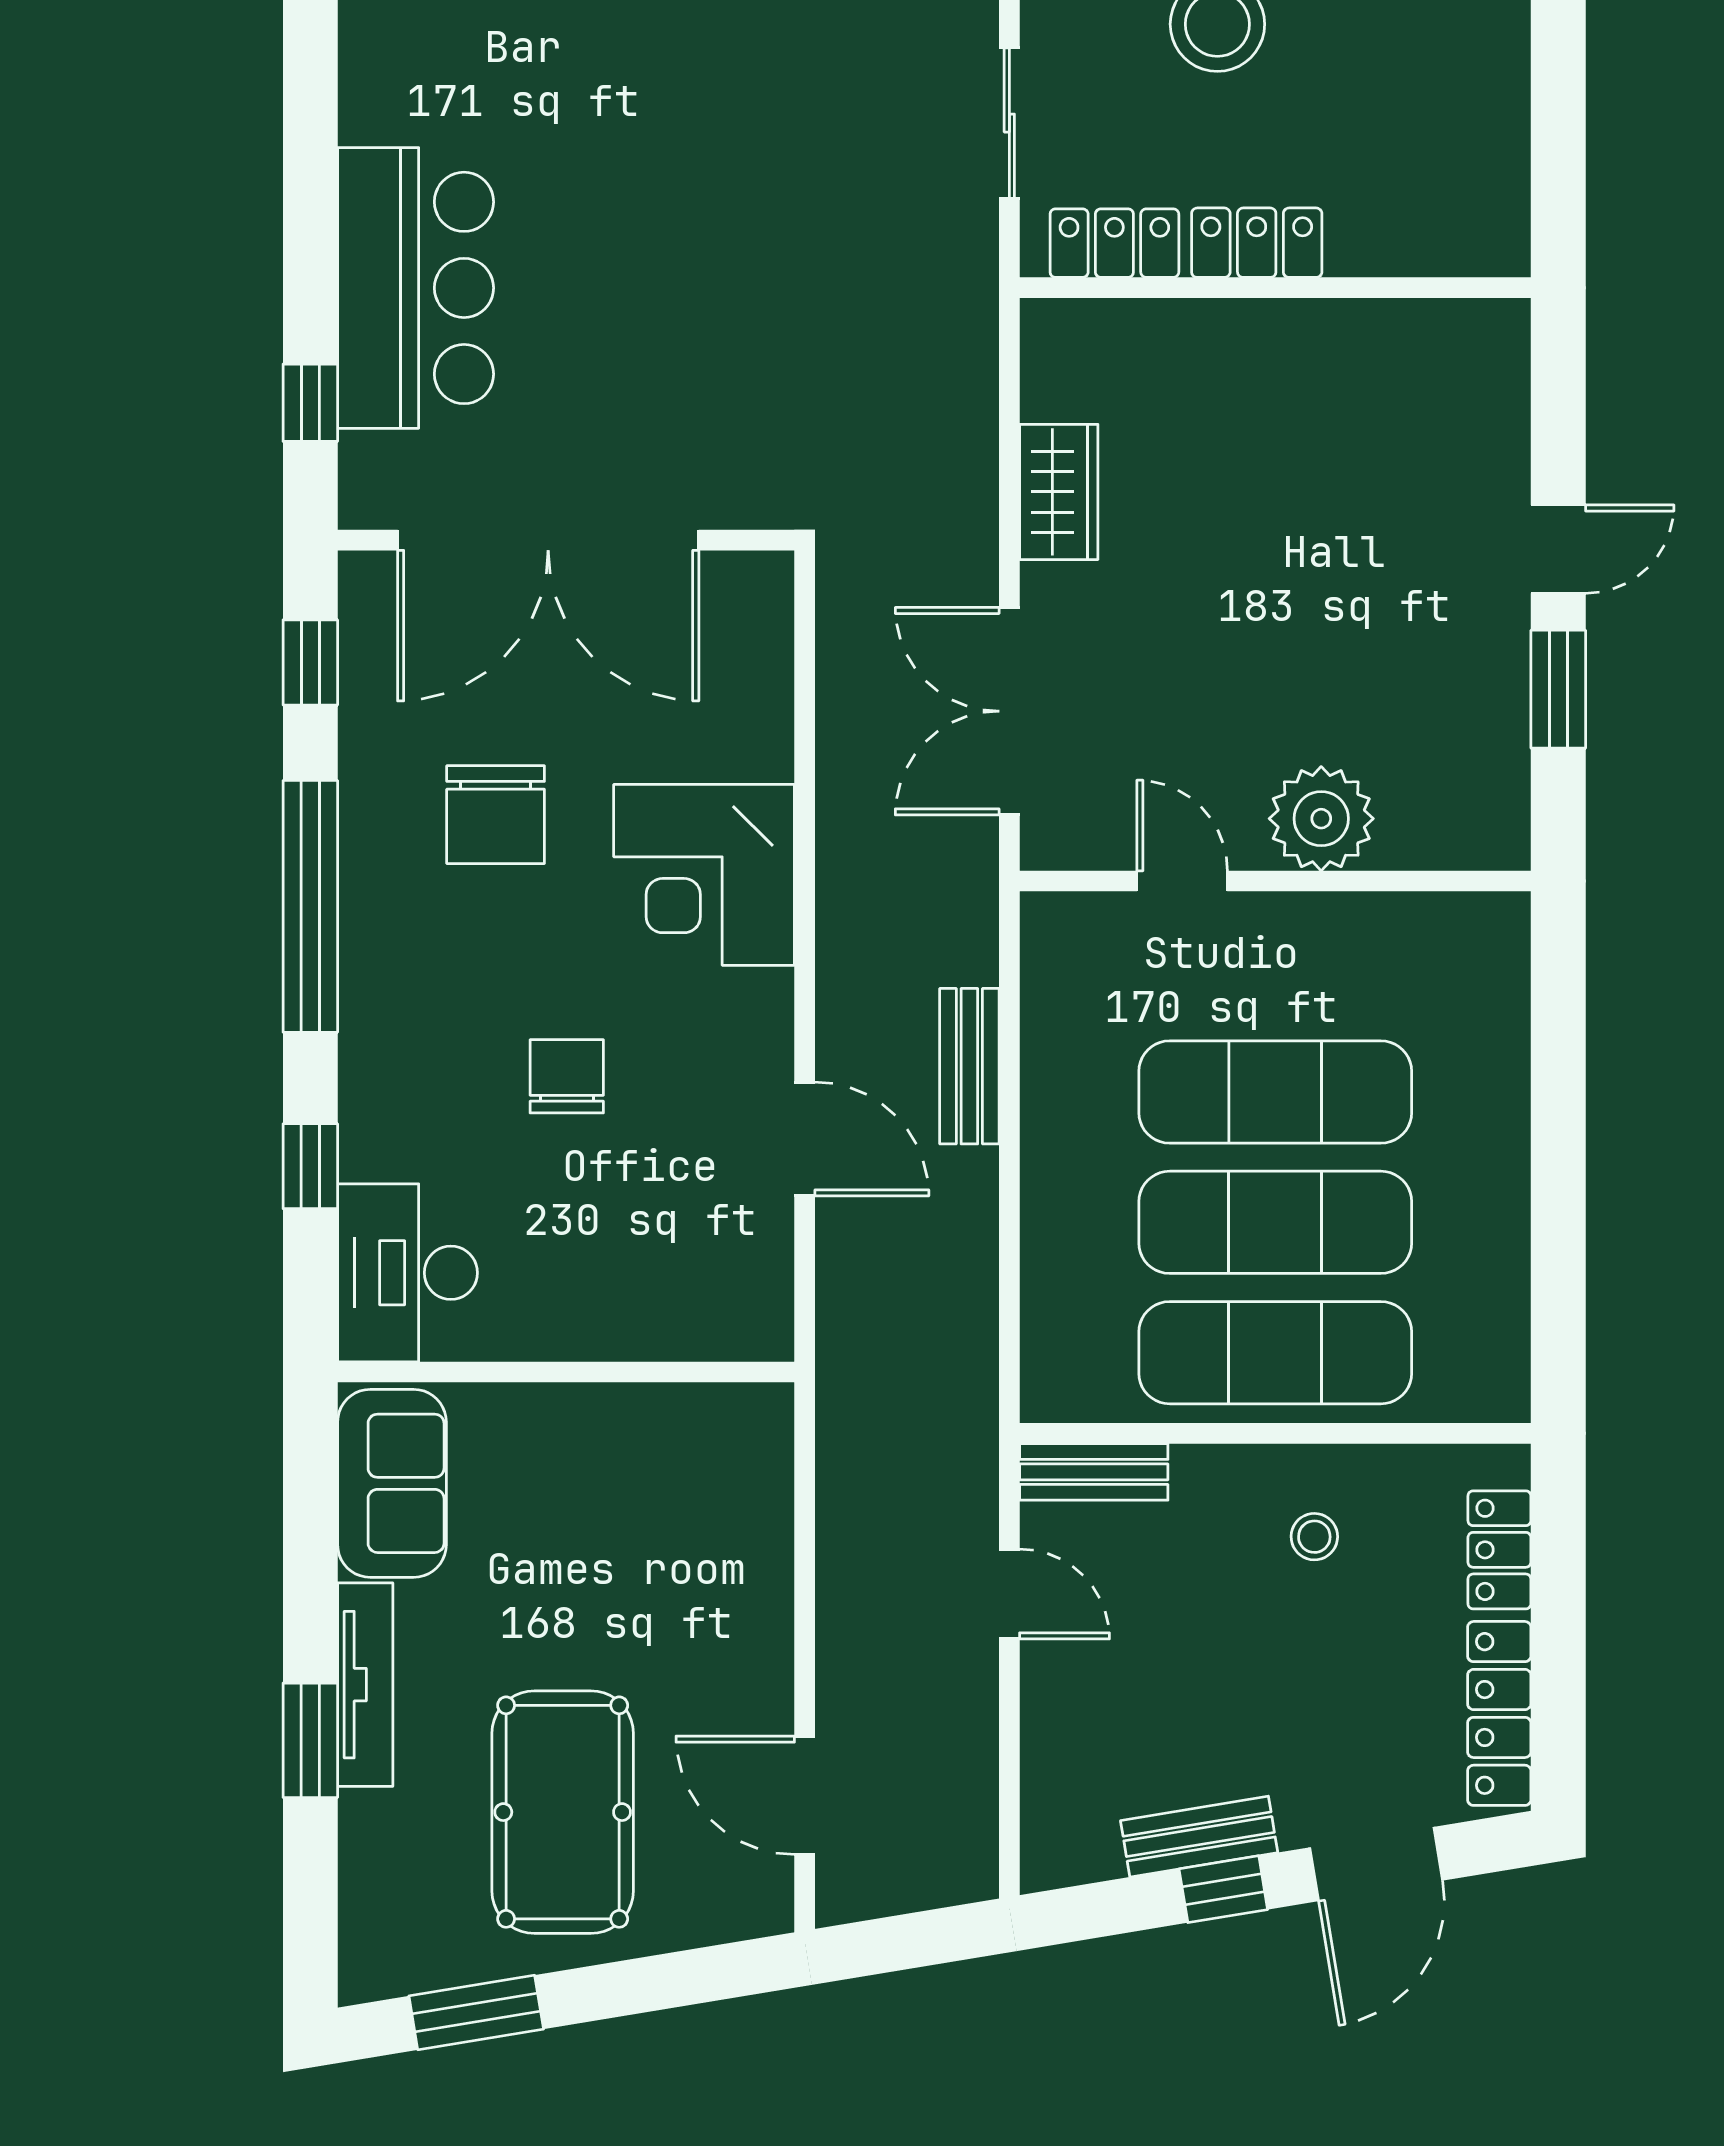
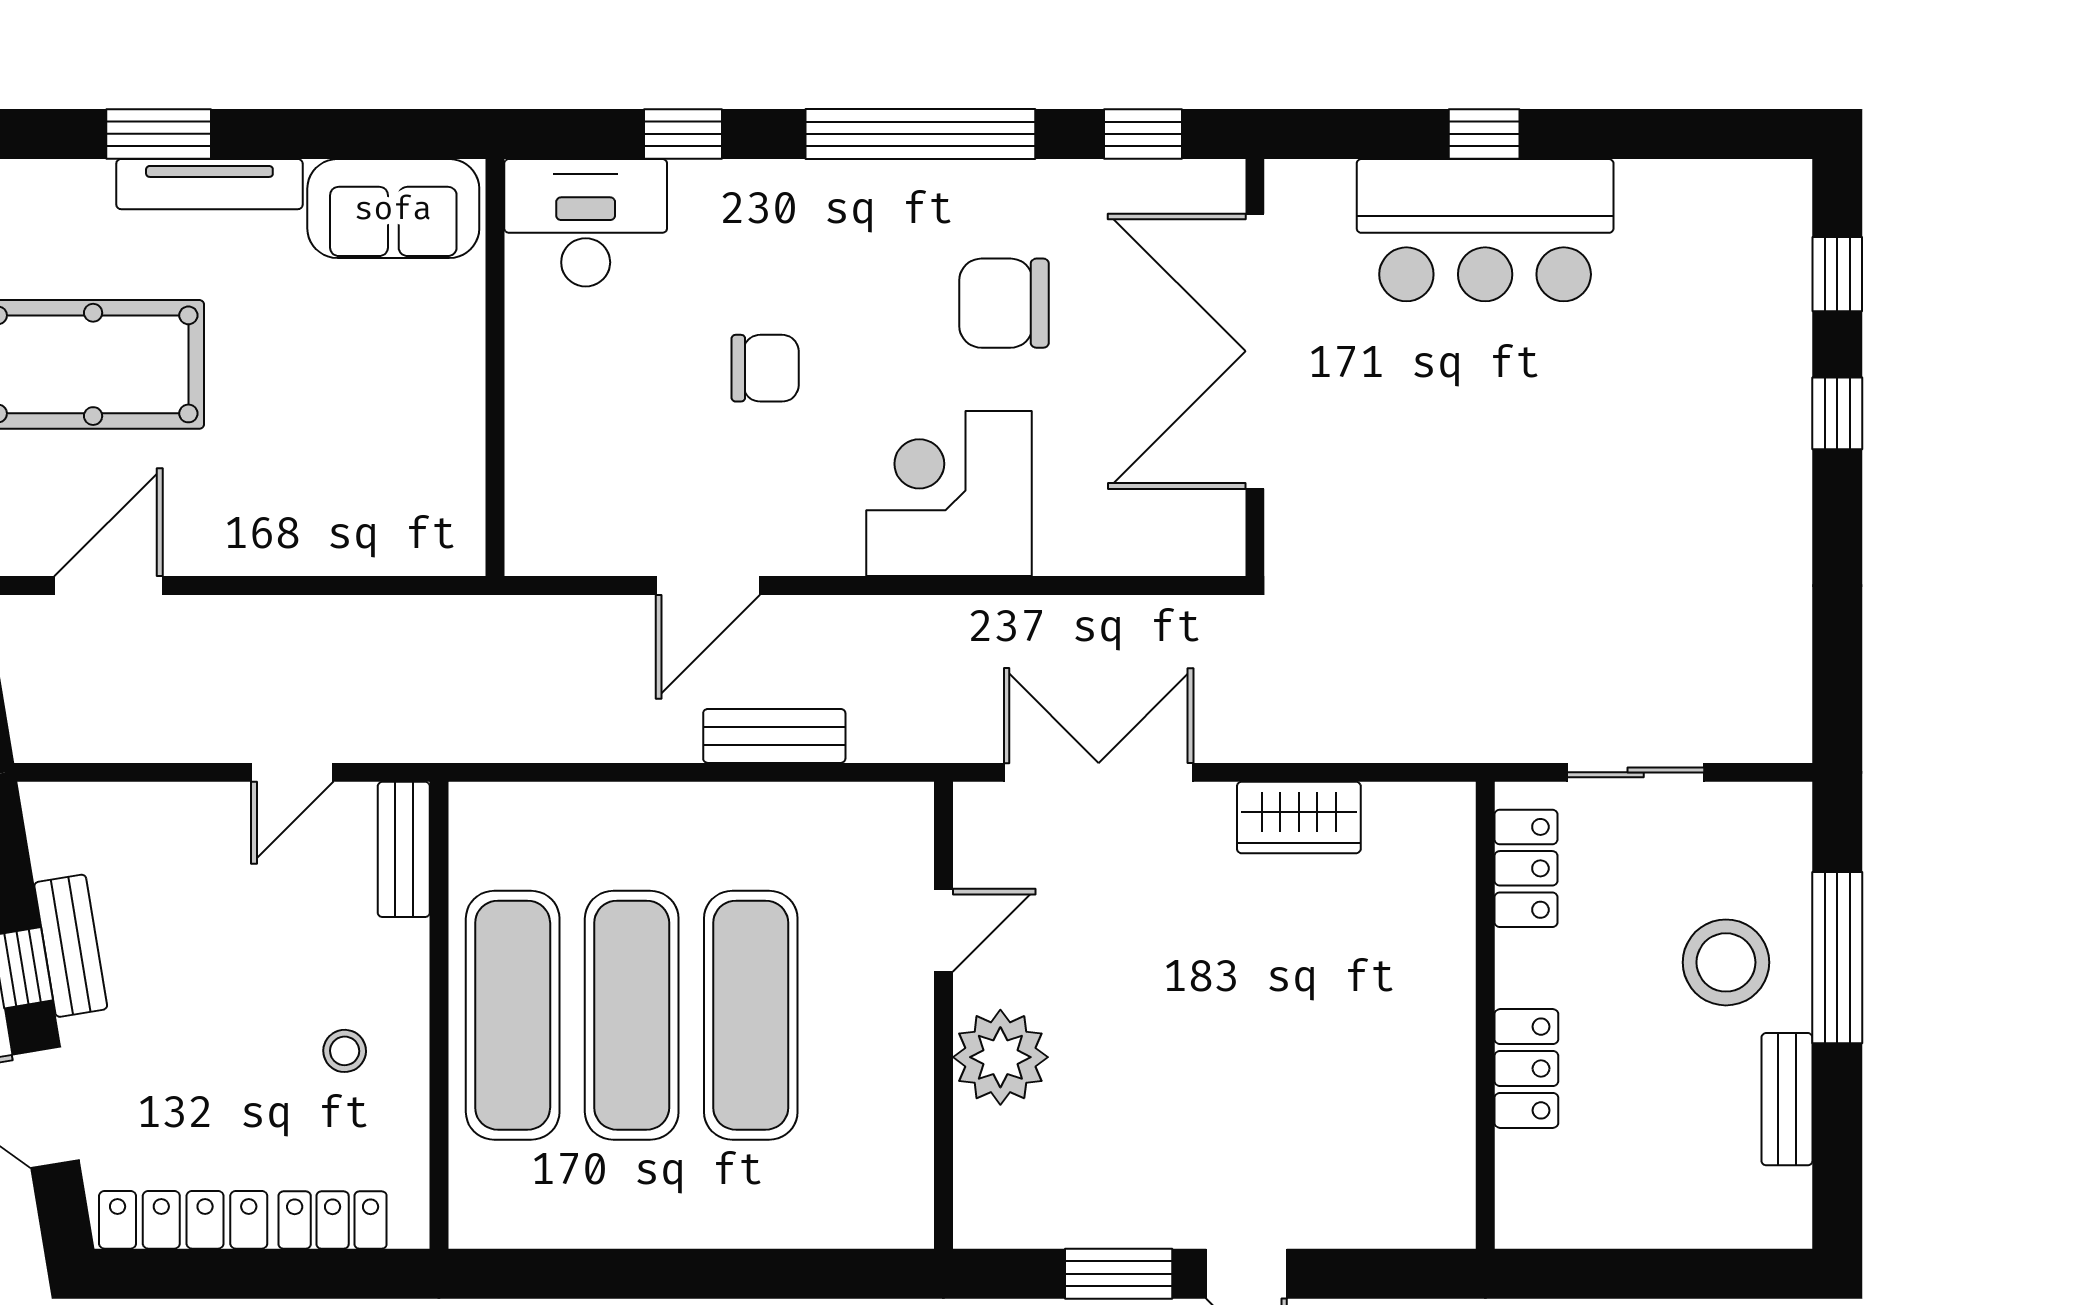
locker: (1257, 243) -> (1526, 1068), moved
window: (310, 403) -> (1484, 134), moved

